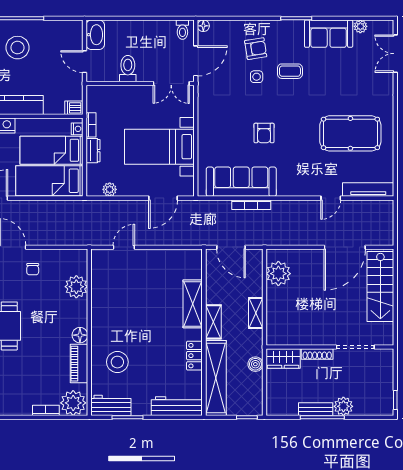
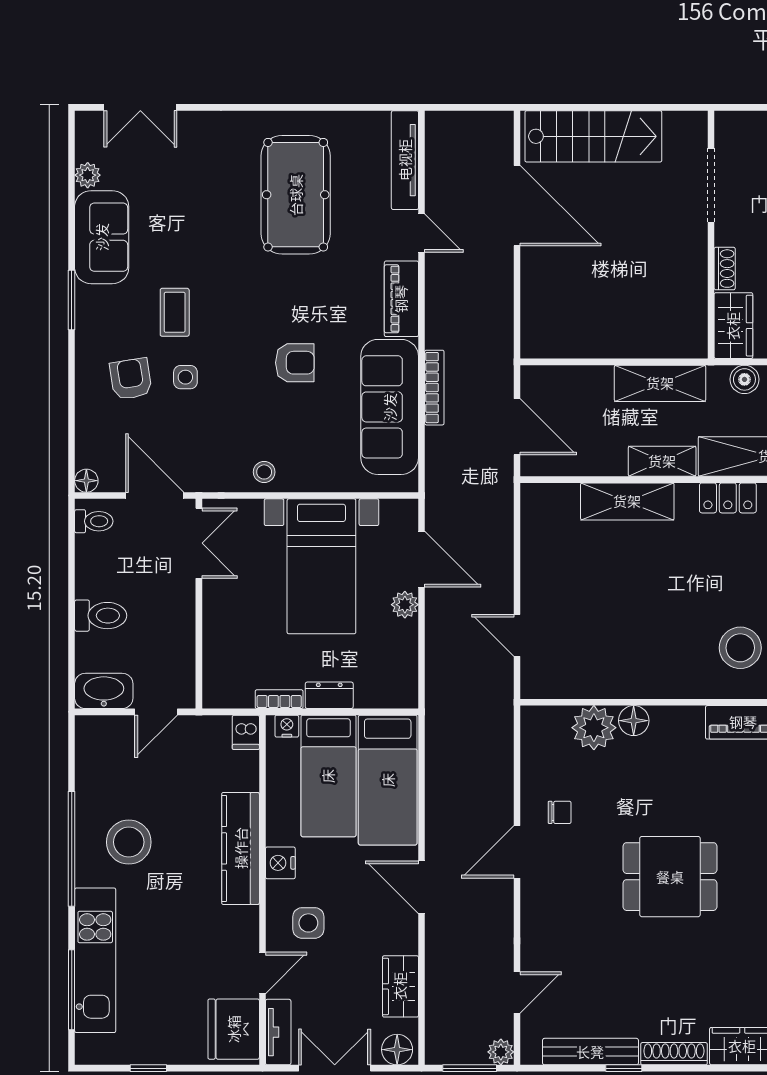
toilet: (128, 69) -> (101, 616), moved, turned 180
stool: (208, 117) -> (264, 472), added
piano: (297, 188) -> (401, 299), added
plant: (110, 189) -> (405, 605), moved
door: (231, 247) -> (517, 427), hinge flipped
plant: (278, 274) -> (568, 335), removed
shelving: (256, 313) -> (660, 383), width x1.50, depth x1.33
floor lamp: (80, 335) -> (634, 721), moved
shoe rack: (317, 354) -> (725, 269), width x0.70

